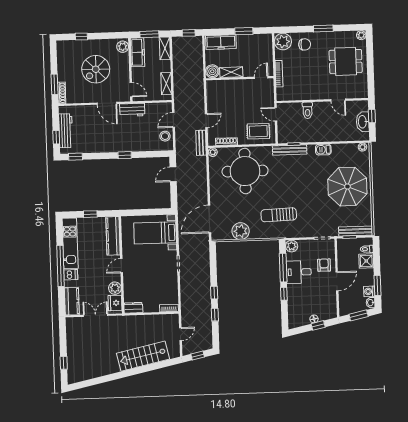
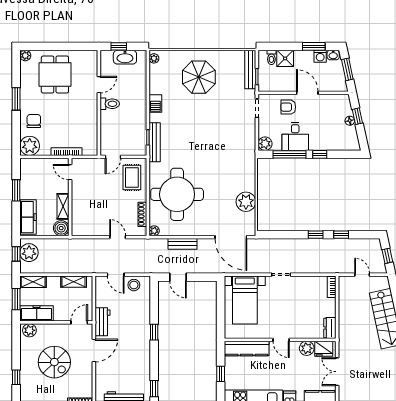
plant: (190, 44) -> (29, 253), added
toilet: (307, 110) -> (110, 104), moved
bench: (201, 143) -> (182, 244), moved
parasol: (347, 187) -> (199, 77), width x0.73, depth x0.73
sun lounger: (279, 215) -> (229, 157), removed

